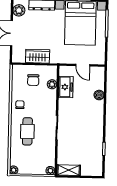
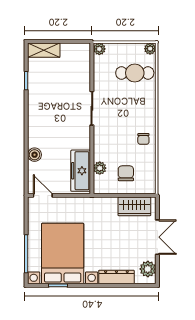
wardrobe: (38, 56) -> (134, 206), moved
door: (83, 65) -> (43, 195), moved
freezer: (66, 87) -> (81, 171), width x1.40
cafe table: (27, 131) -> (135, 73), moved, turned 90
shelving: (69, 170) -> (44, 50), moved

